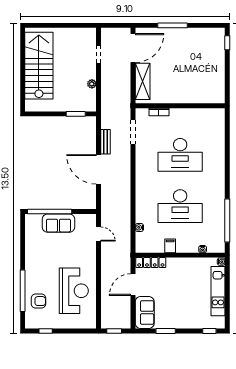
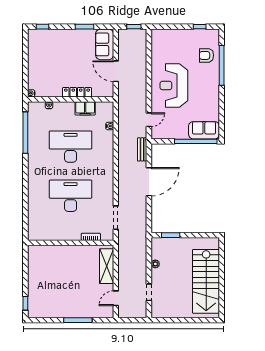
door: (133, 48) -> (116, 298), width x0.53
bench: (106, 142) -> (142, 149), moved
door: (99, 169) -> (149, 182), hinge flipped
sofa: (58, 223) -> (204, 130), moved
door: (99, 234) -> (149, 120), swing flipped
filing cabinet: (170, 246) -> (85, 108), width x2.00
locker: (151, 263) -> (77, 92), moved
door: (133, 285) -> (116, 71), swing flipped
reception desk: (74, 291) -> (174, 85), moved
kitchen unit: (218, 291) -> (34, 65), removed

